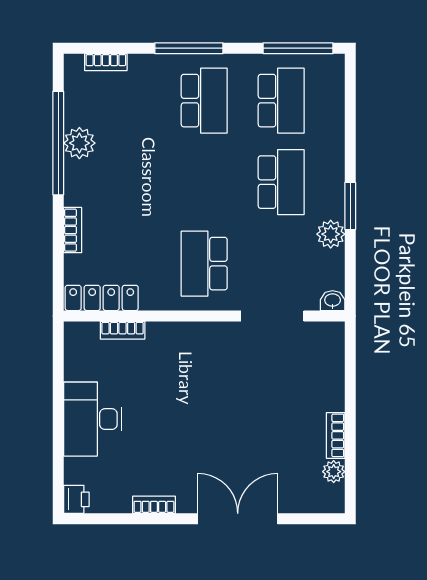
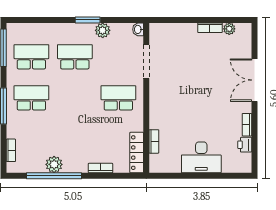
school desk: (204, 264) -> (118, 98), turned 180
printer: (76, 499) -> (245, 145), moved, turned -90

